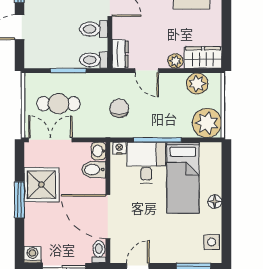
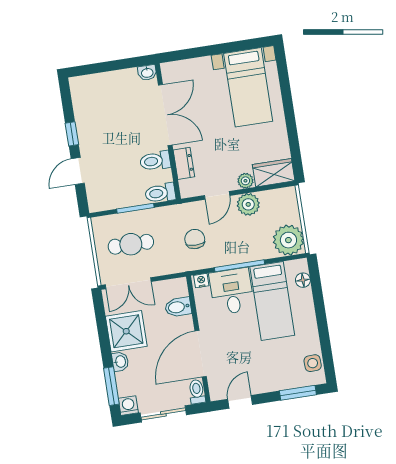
dresser: (120, 54) -> (184, 163), moved
door: (147, 71) -> (217, 195), hinge flipped
plant: (197, 84) -> (248, 204), moved
double door: (50, 140) -> (128, 283), swing flipped
washbasin: (99, 151) -> (120, 362), moved, turned 180
window: (19, 200) -> (111, 386), moved
floor lamp: (215, 202) -> (303, 280), moved
door: (108, 217) -> (201, 354), hinge flipped

